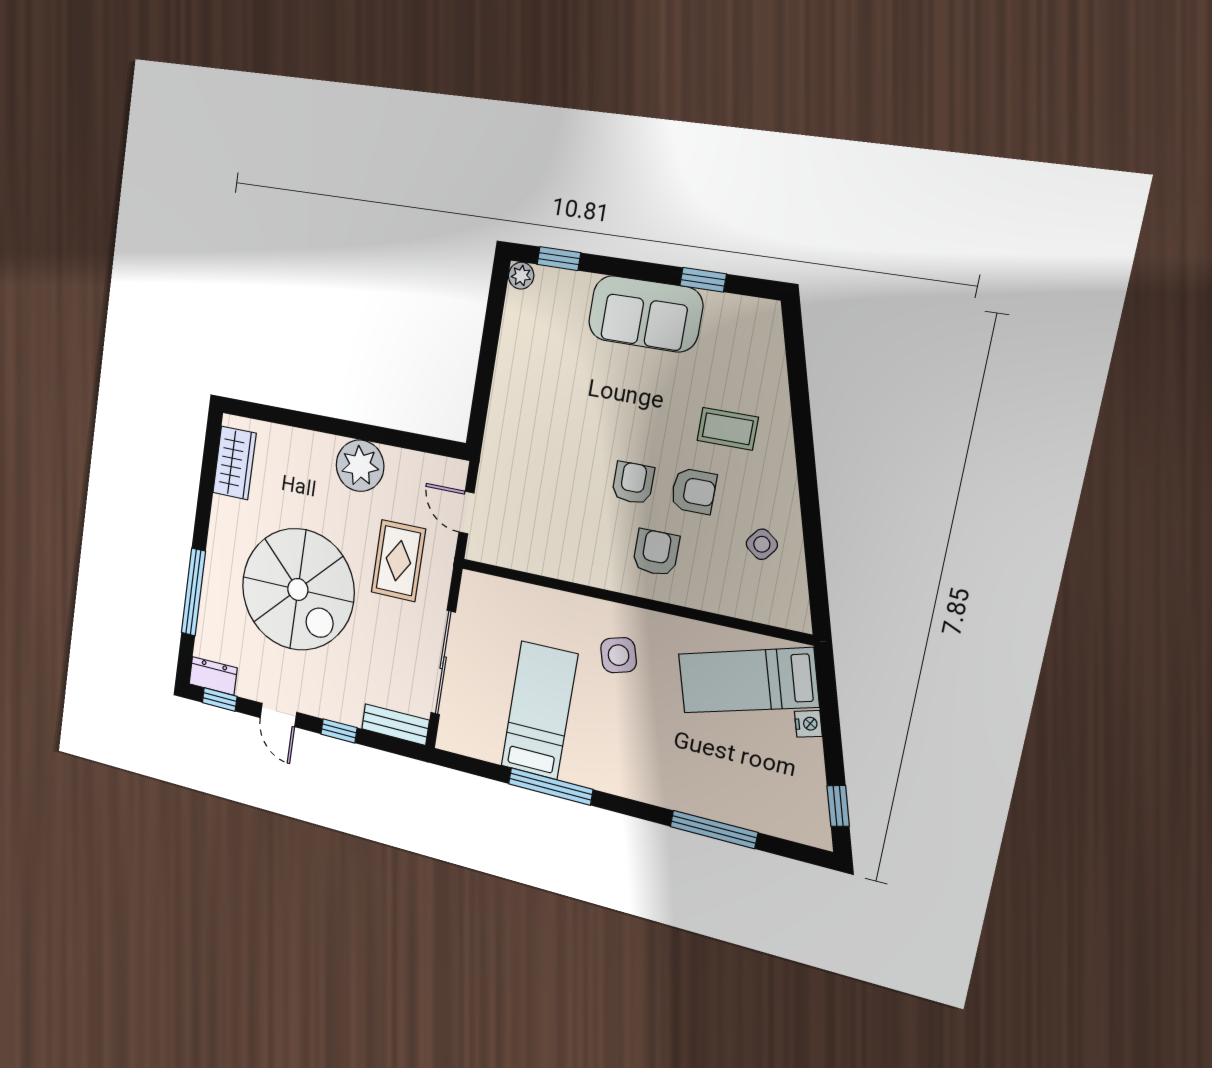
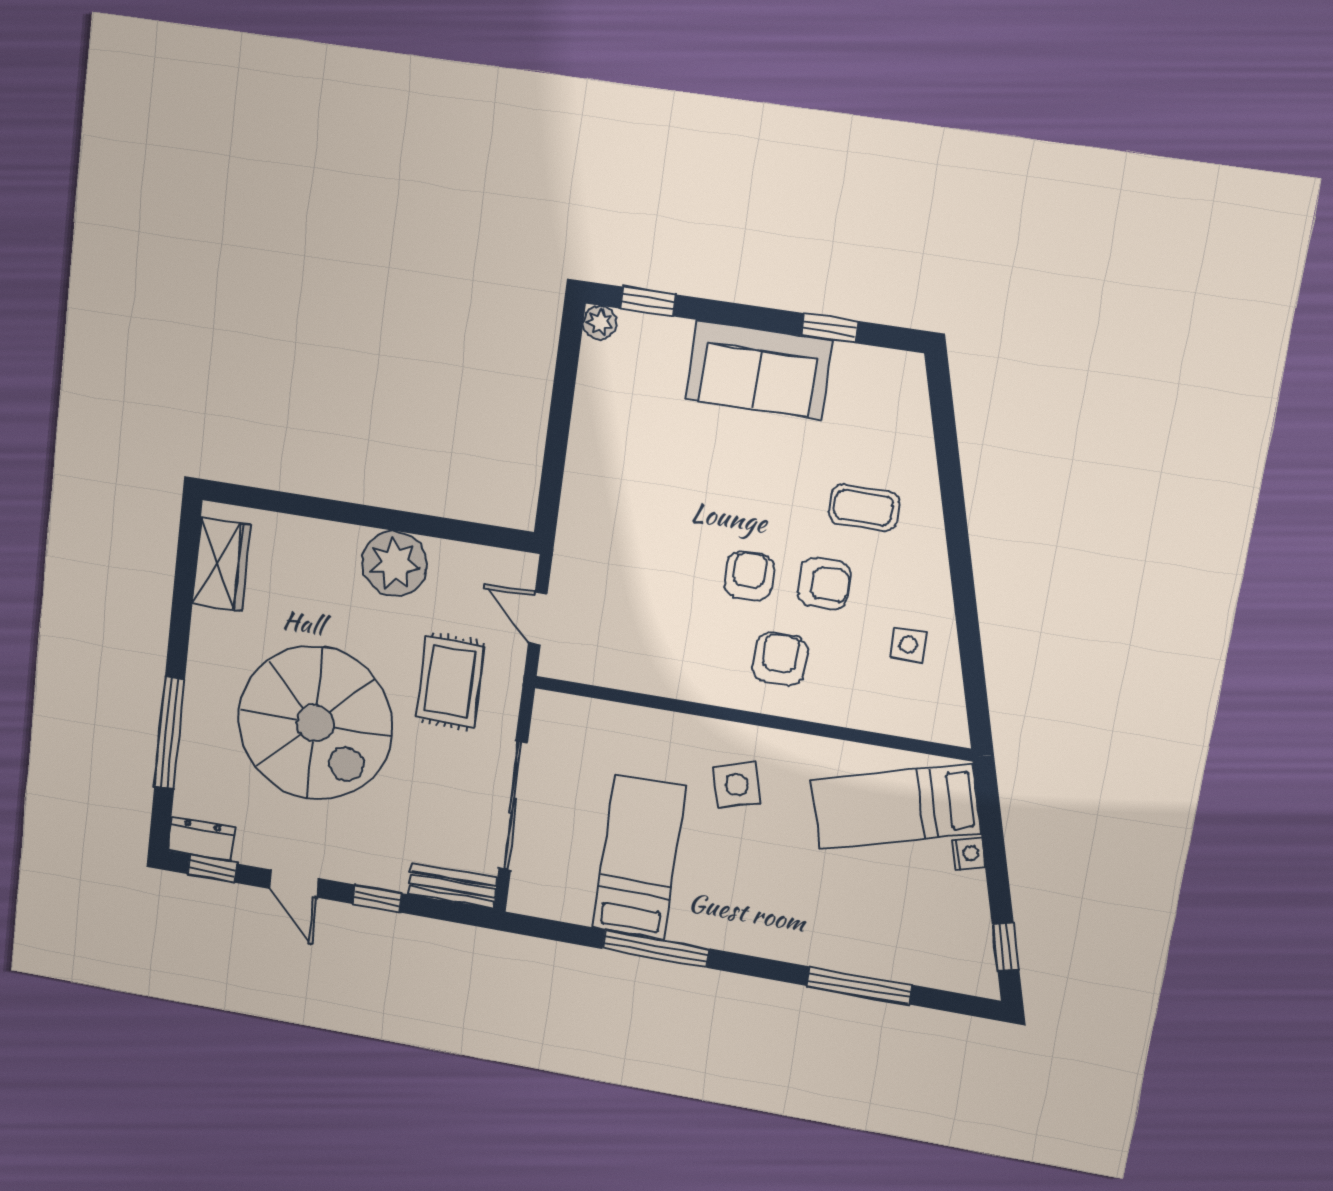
side table: (762, 544) -> (908, 644), turned -37

